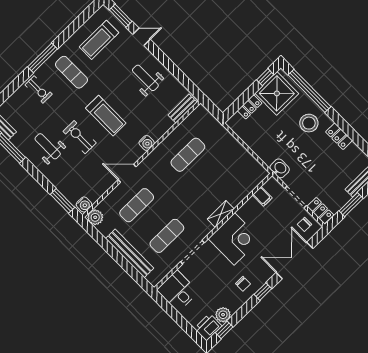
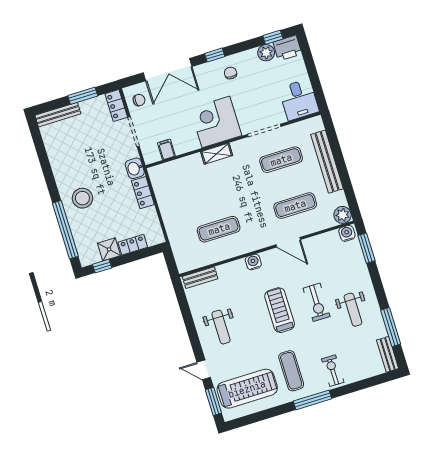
treadmill: (99, 40) -> (247, 389), width x1.37, depth x1.38
shower: (277, 93) -> (109, 249), width x0.54, depth x0.54
locker: (339, 136) -> (143, 193), moved, turned 180

